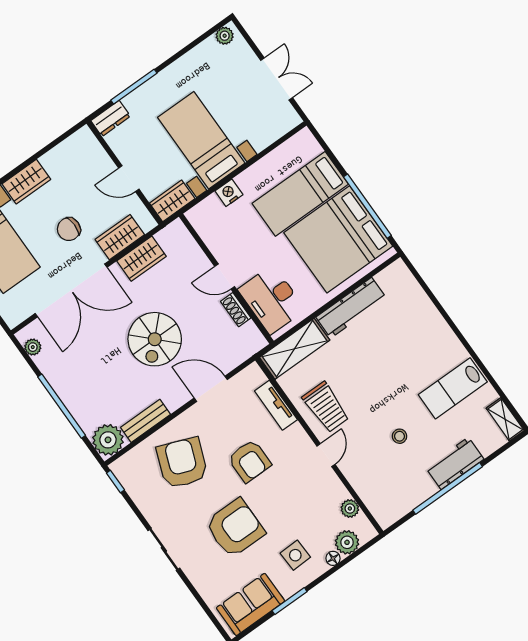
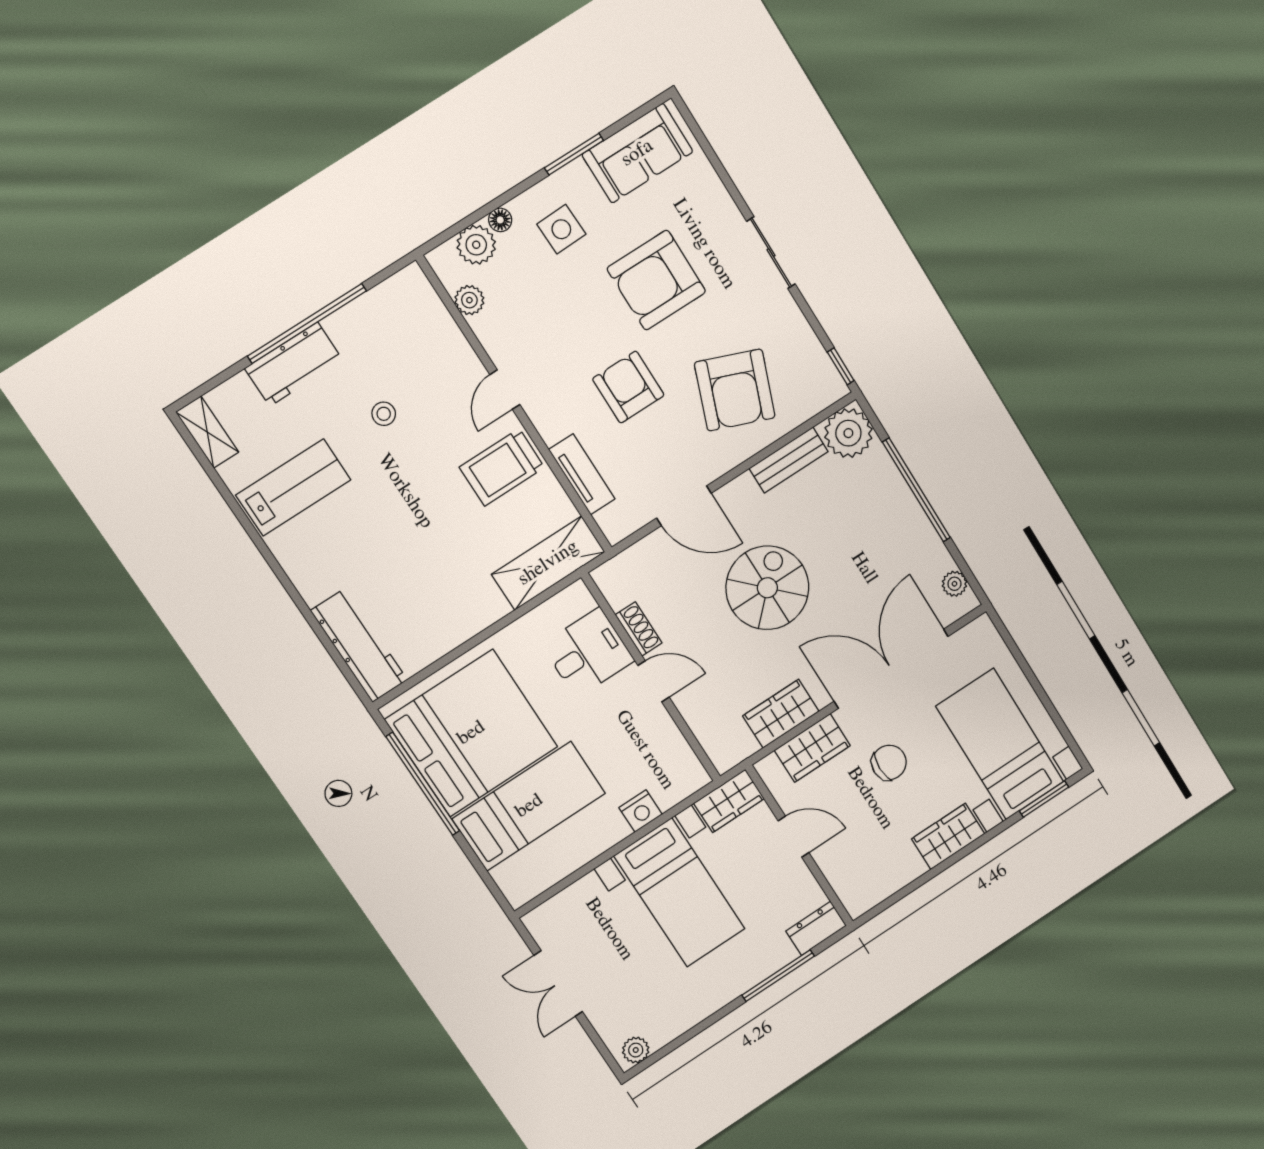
desk: (272, 299) -> (588, 653), width x0.73
workbench: (351, 308) -> (359, 645), moved, turned 90
trolley: (326, 407) -> (502, 467), turned -90

